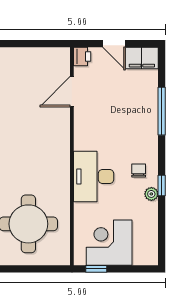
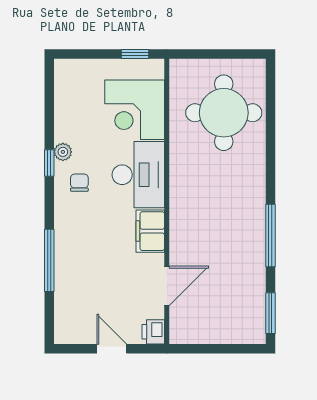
filing cabinet: (142, 58) -> (150, 231), moved, turned -90
chair: (139, 170) -> (79, 183), turned 180
corner desk: (109, 243) -> (135, 110), moved, turned 90

